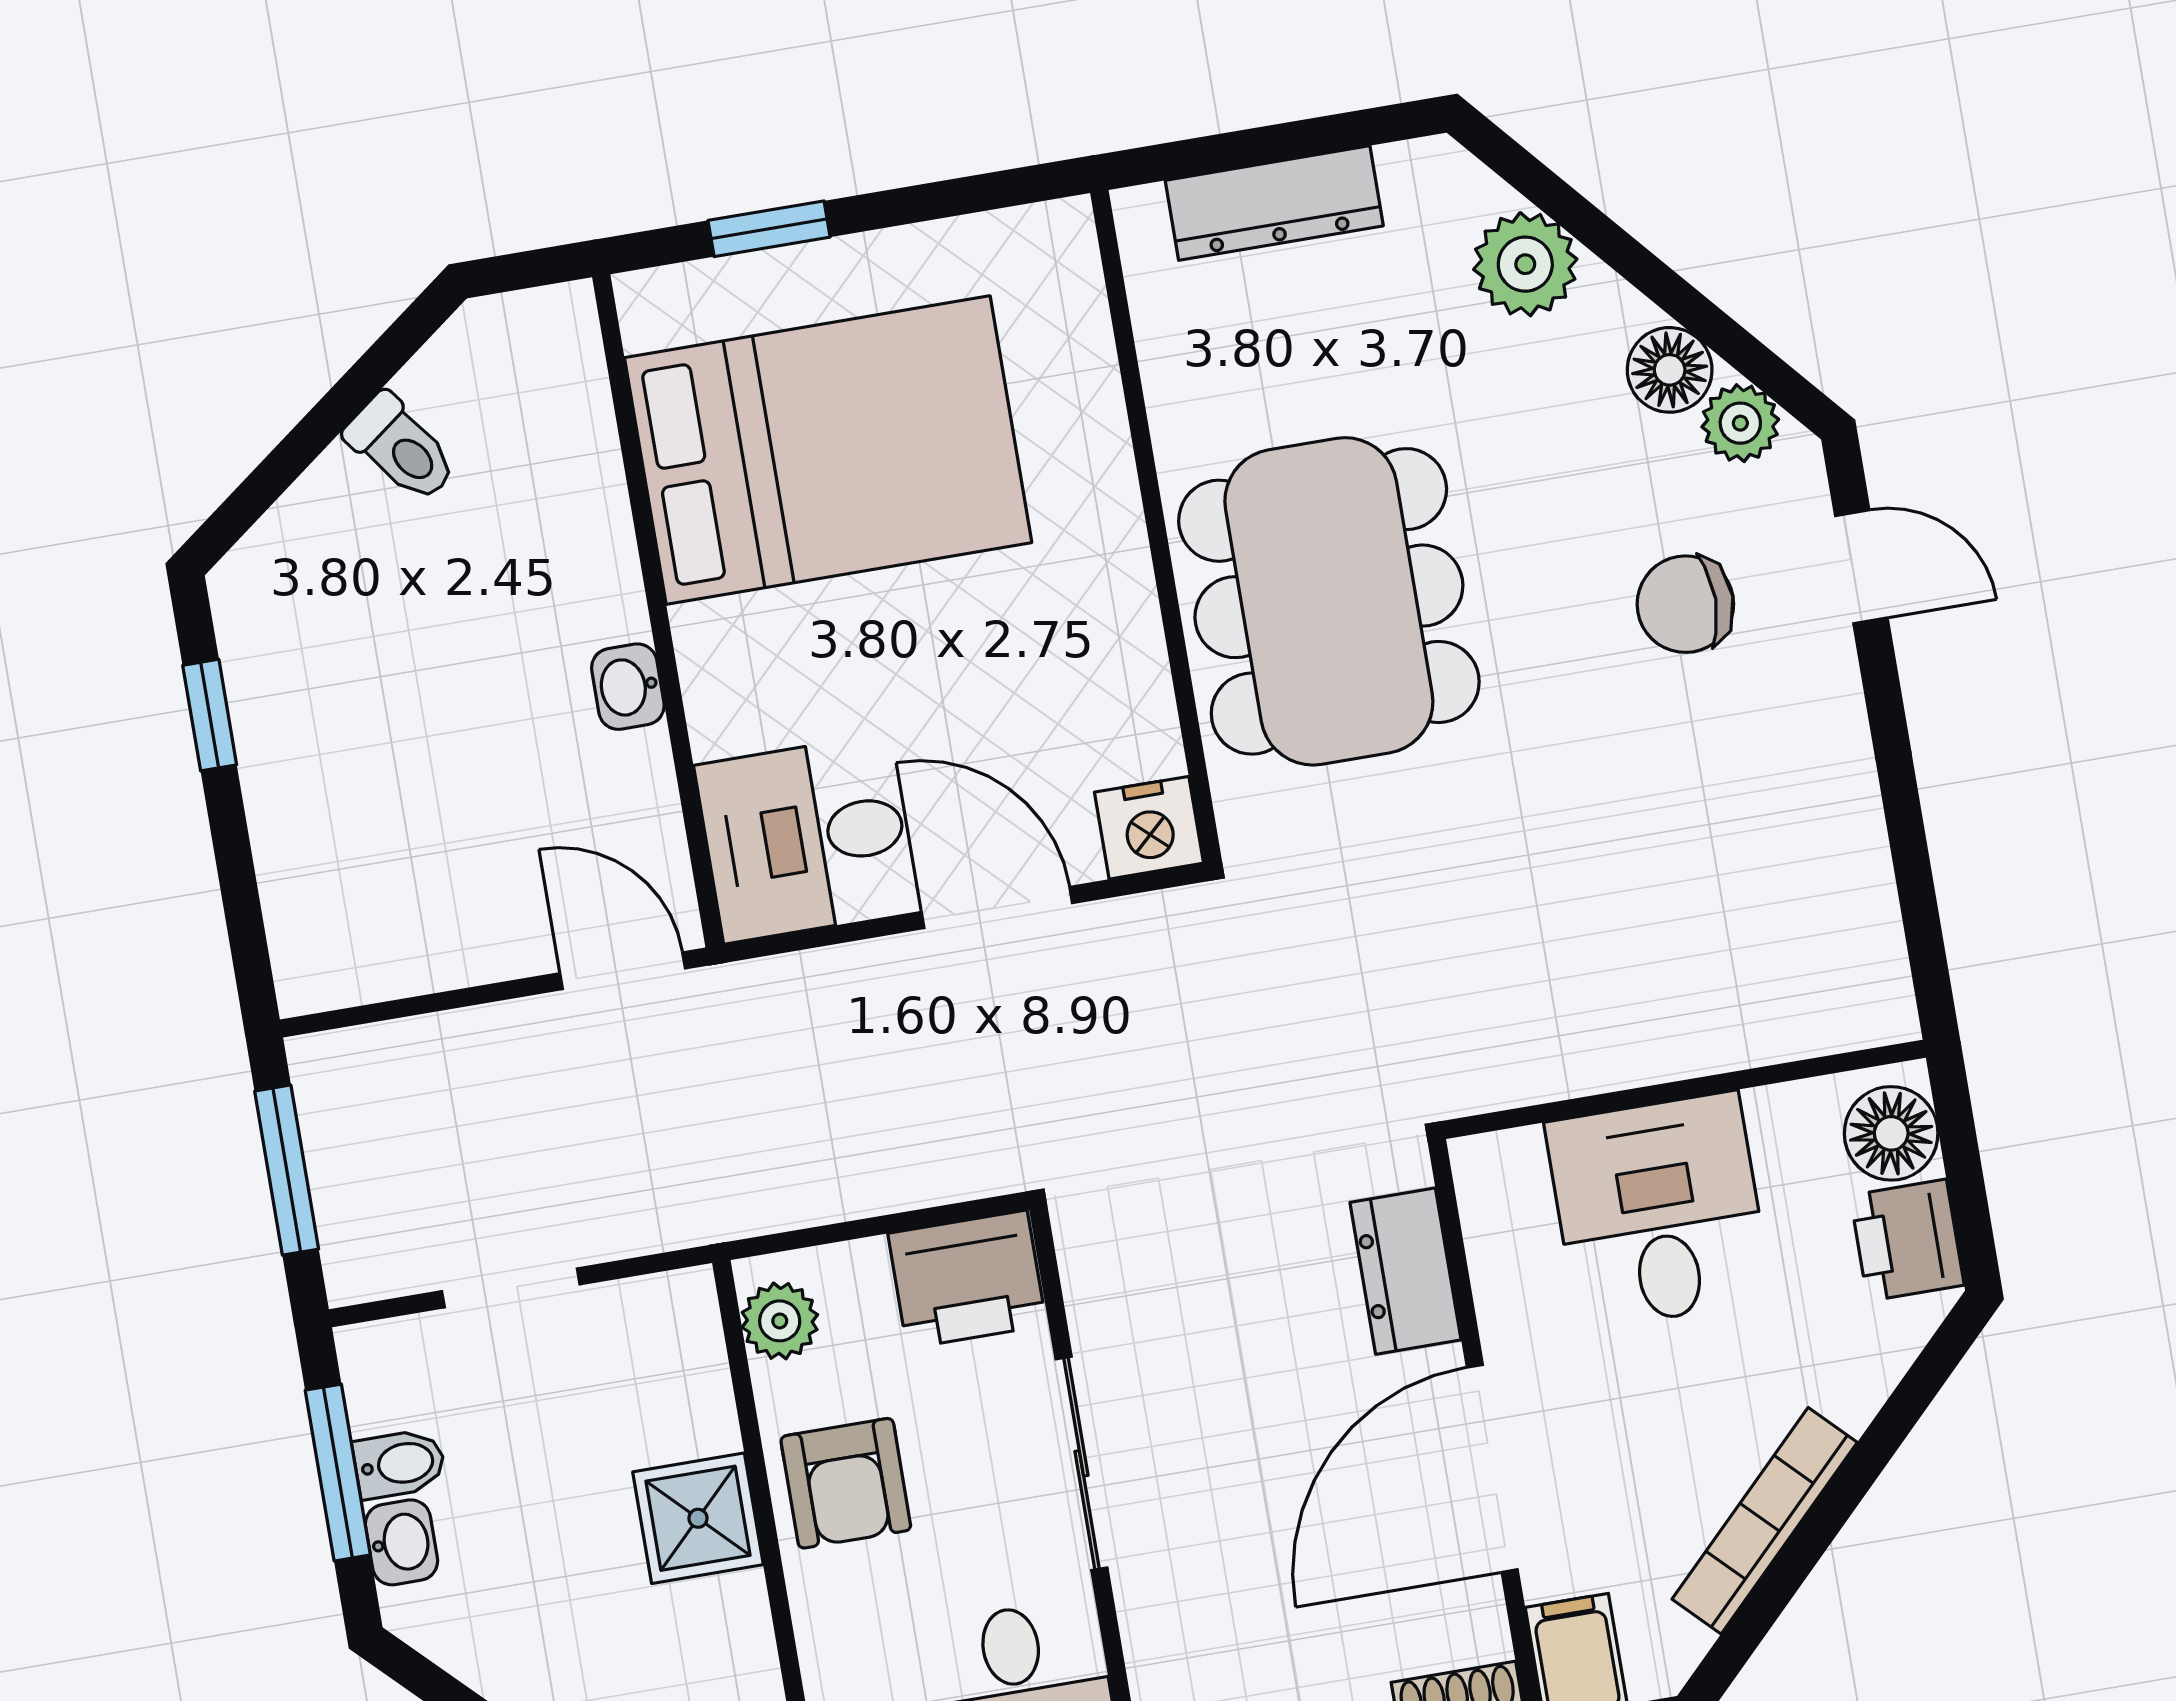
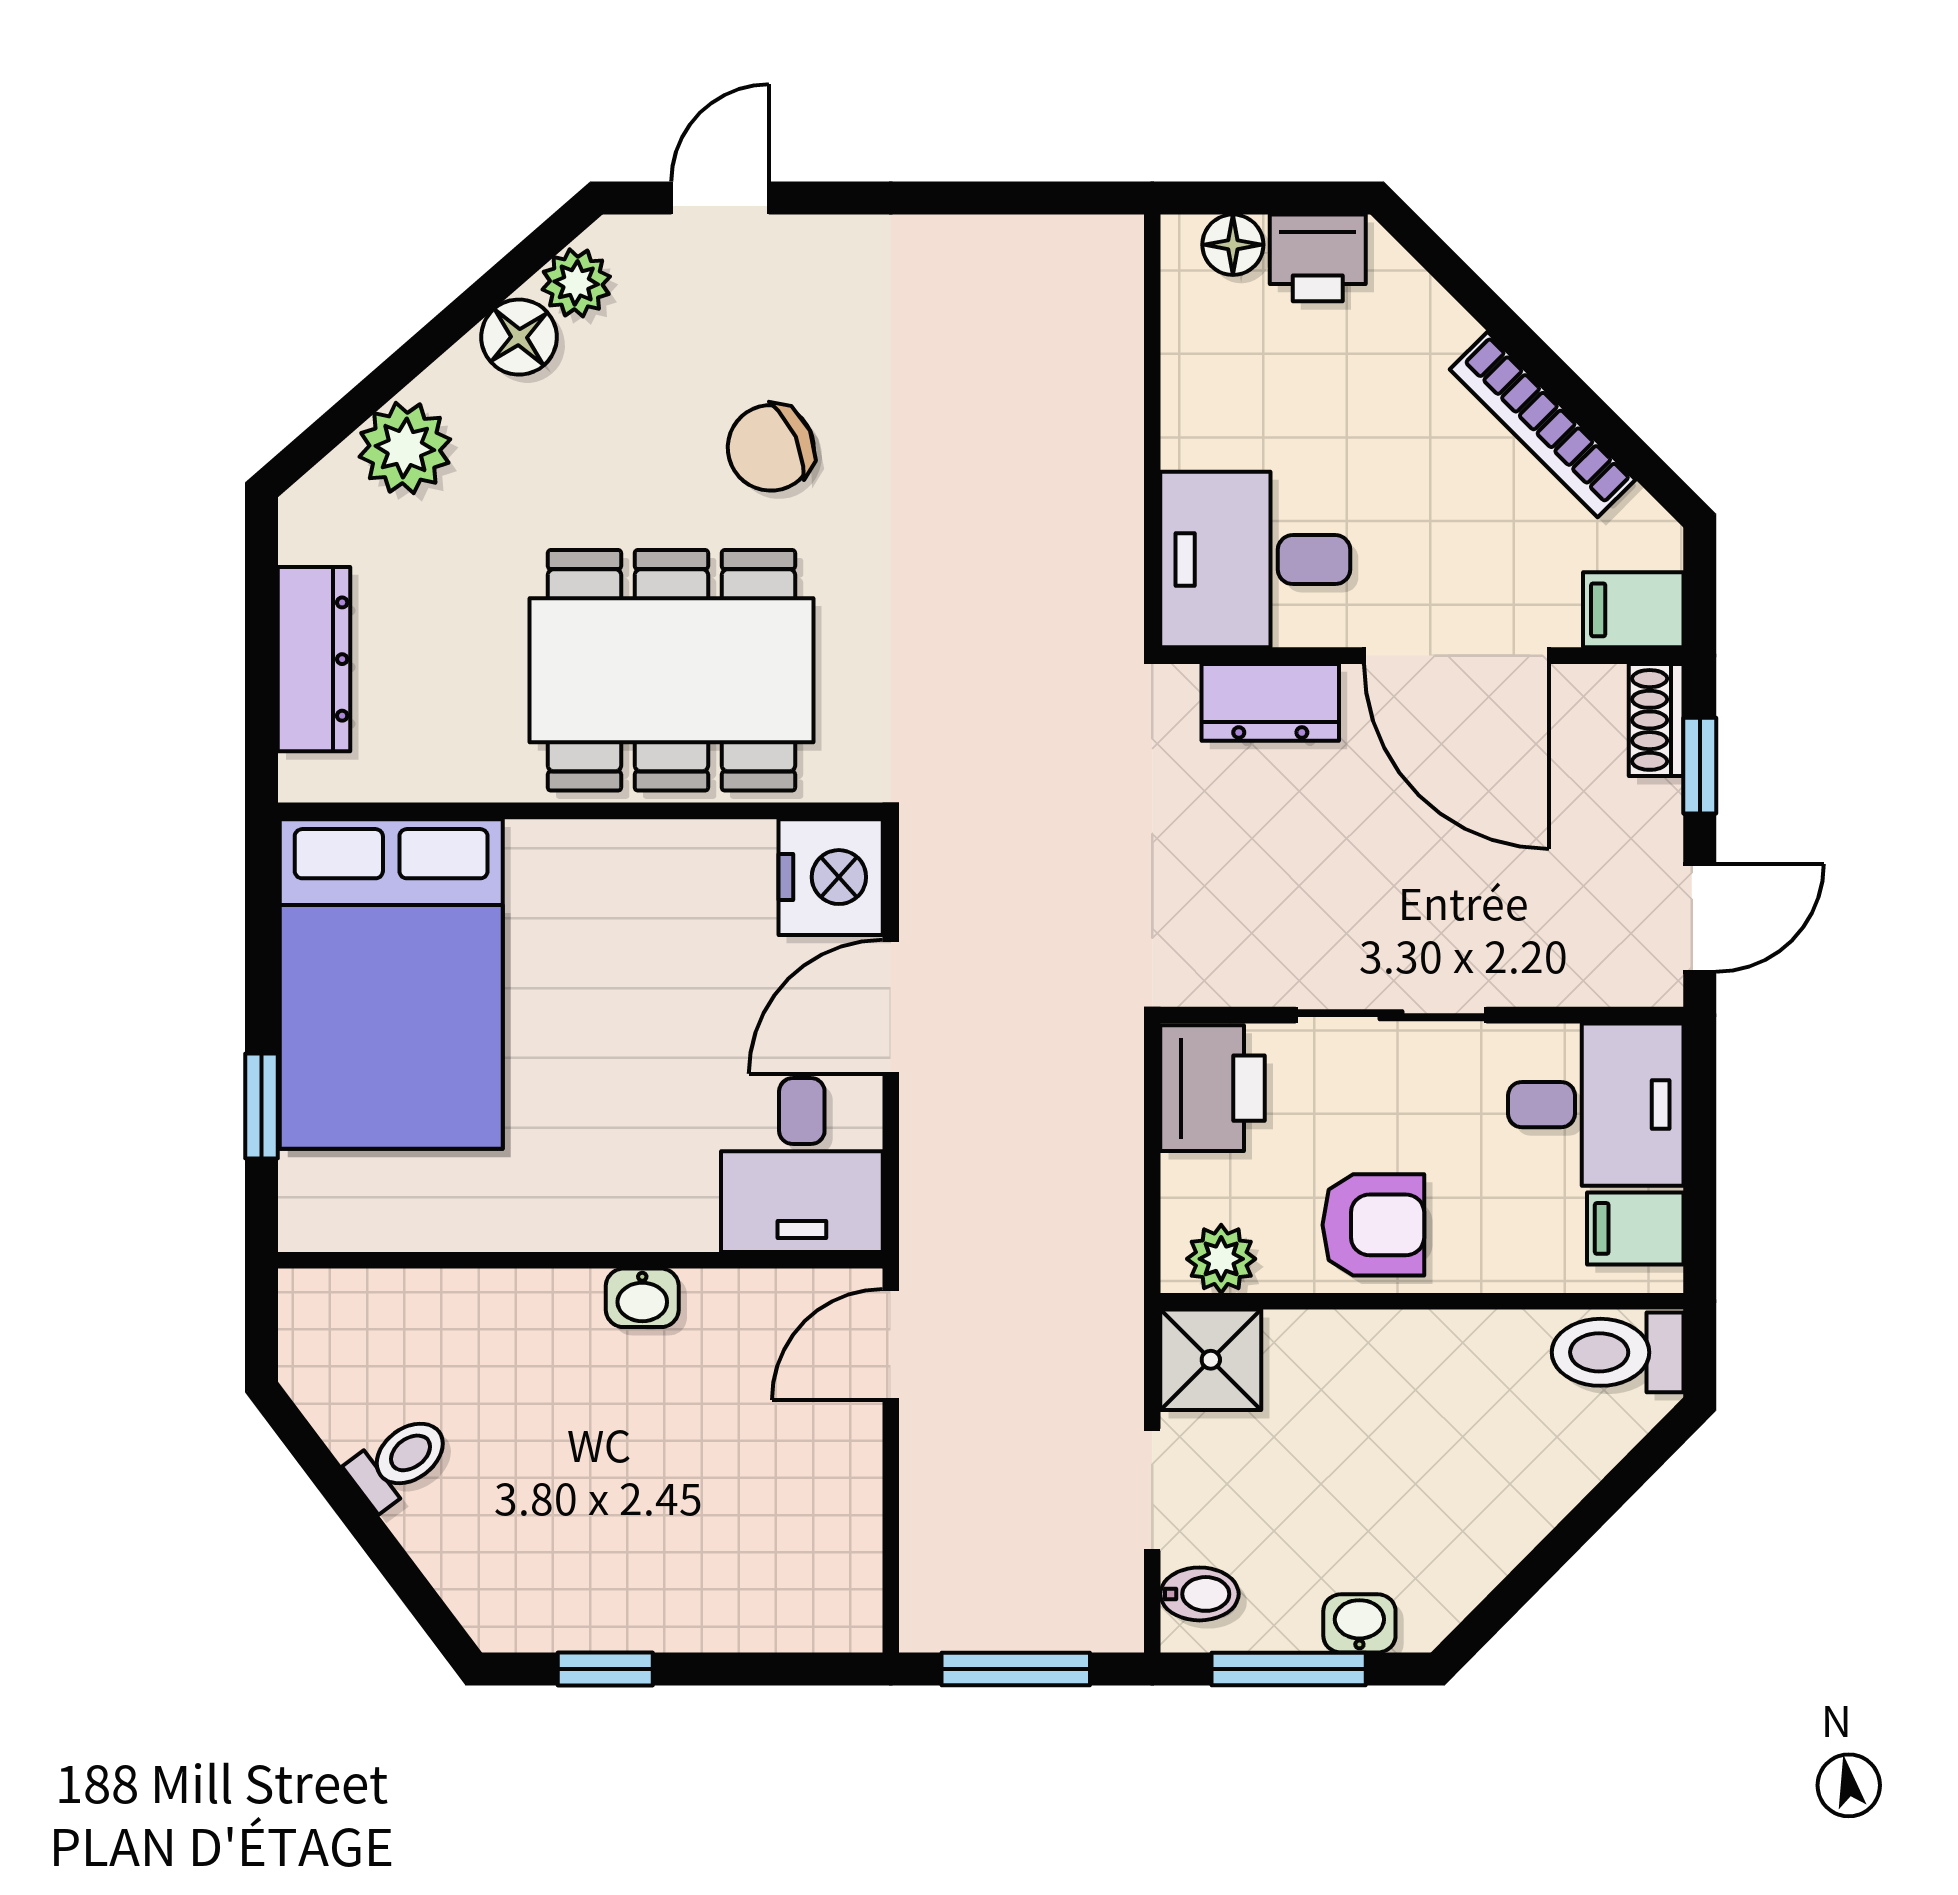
bed: (828, 450) -> (391, 984), moved, turned 180
chair: (1685, 604) -> (771, 448), moved, turned 66
nightstand: (1149, 828) -> (831, 877), width x1.36, depth x1.33
floor lamp: (1891, 1133) -> (1233, 245), width x0.73, depth x0.73
desk: (1658, 1211) -> (1255, 560), moved
bidet: (400, 1464) -> (1200, 1594), moved, turned 90
shower: (698, 1518) -> (1211, 1360), moved

